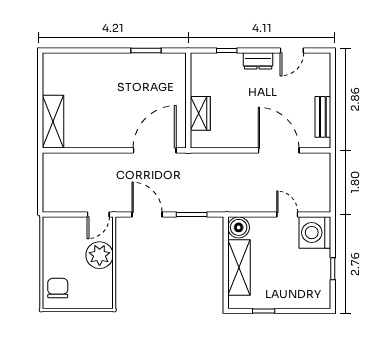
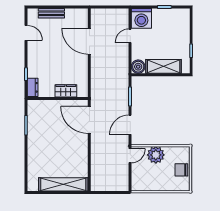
dresser: (258, 61) -> (33, 87), moved
bench: (323, 117) -> (51, 13), moved
shelving: (53, 122) -> (63, 184), width x1.47
door: (279, 150) -> (89, 41), hinge flipped
door: (98, 215) -> (130, 156), hinge flipped
chair: (58, 288) -> (181, 170), moved

